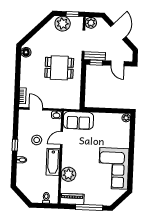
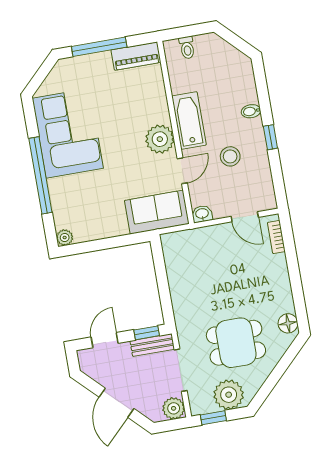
door: (117, 63) -> (105, 340), hinge flipped
dining table: (59, 68) -> (236, 343), moved
window: (131, 151) -> (40, 175), added
plant: (68, 174) -> (160, 139), moved

